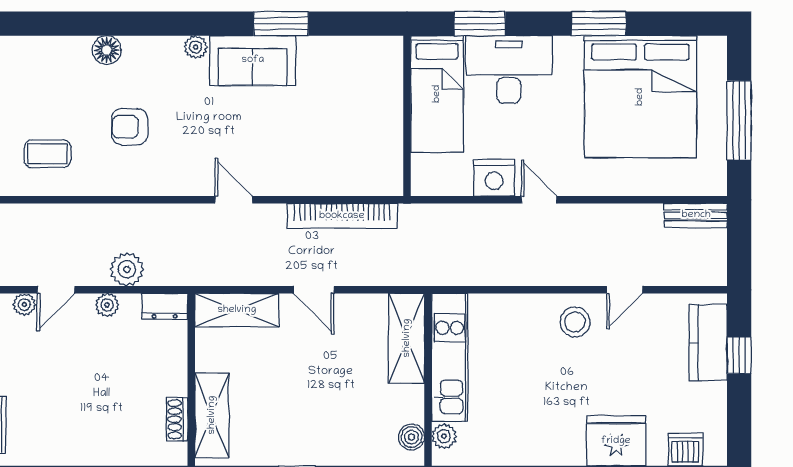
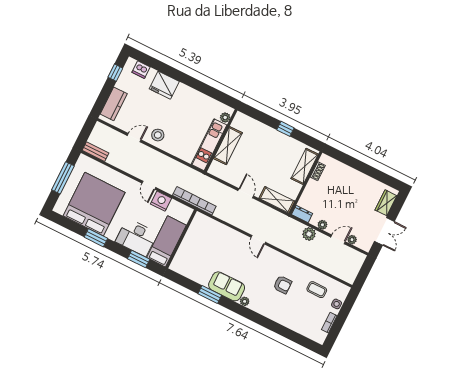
floor lamp: (107, 50) -> (277, 316), removed
bookcase: (342, 216) -> (194, 201), moved
shelving: (407, 338) -> (228, 146), moved
window: (739, 355) -> (115, 73), moved
boiler: (411, 437) -> (237, 123), removed

